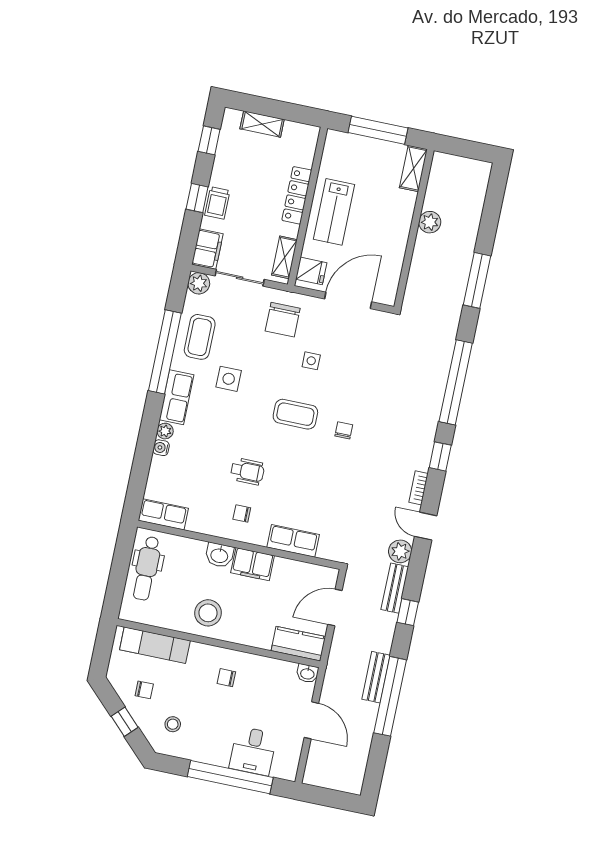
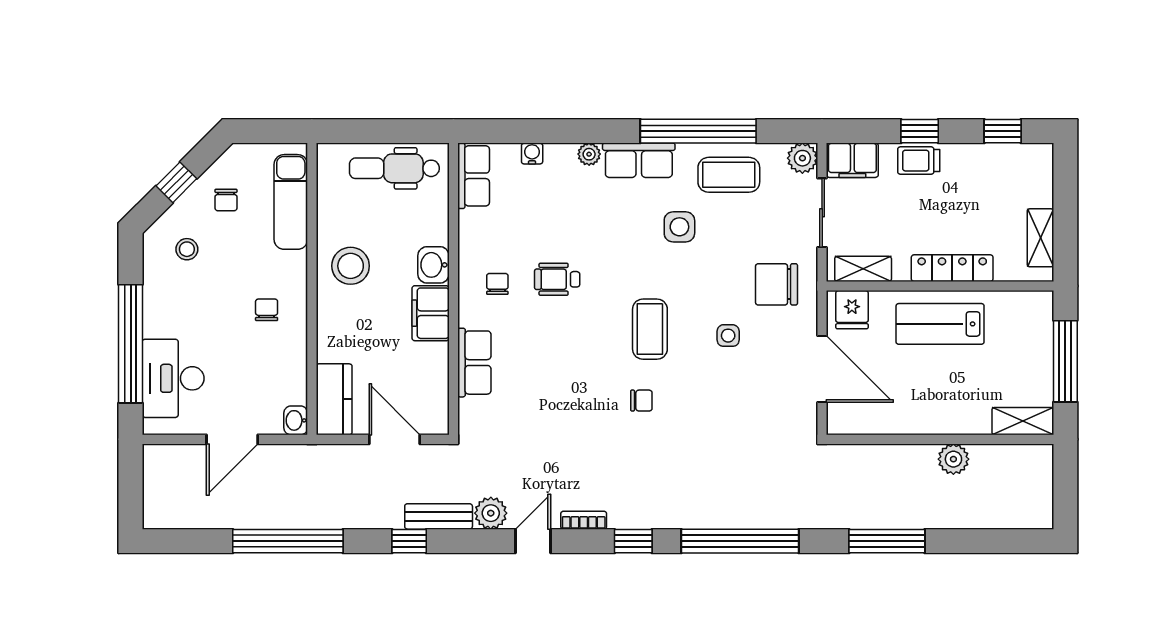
shelving: (262, 124) -> (1040, 238), moved
water cooler: (161, 448) -> (532, 154), moved
wheelchair: (247, 471) -> (557, 279), turned 90
bench: (376, 677) -> (310, 516), removed
desk: (253, 751) -> (173, 378), width x1.37

